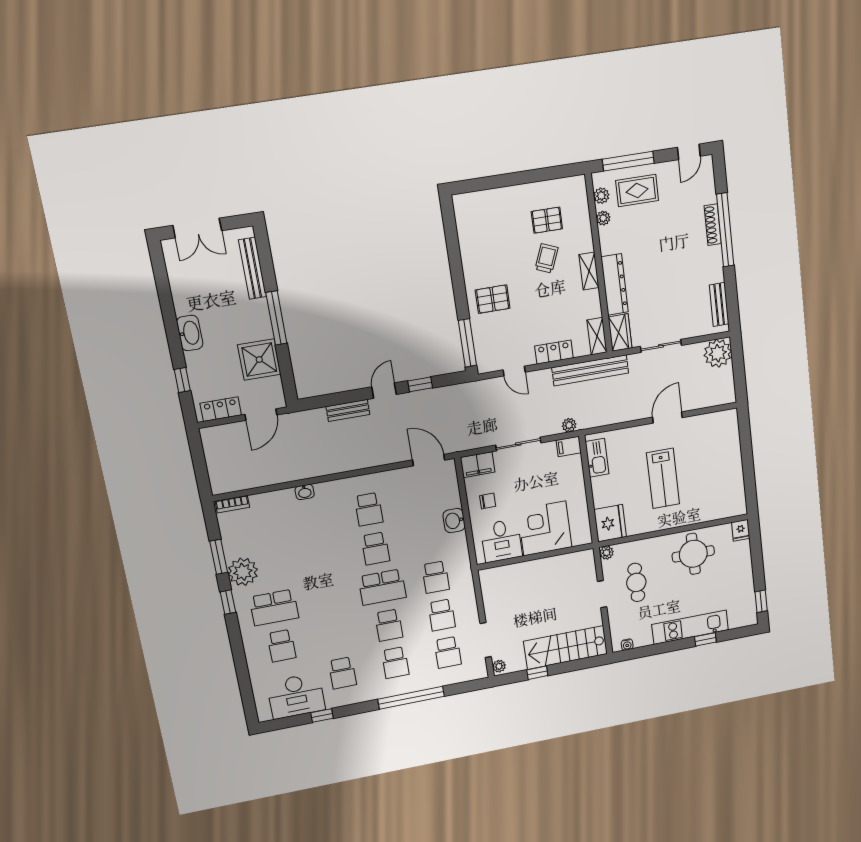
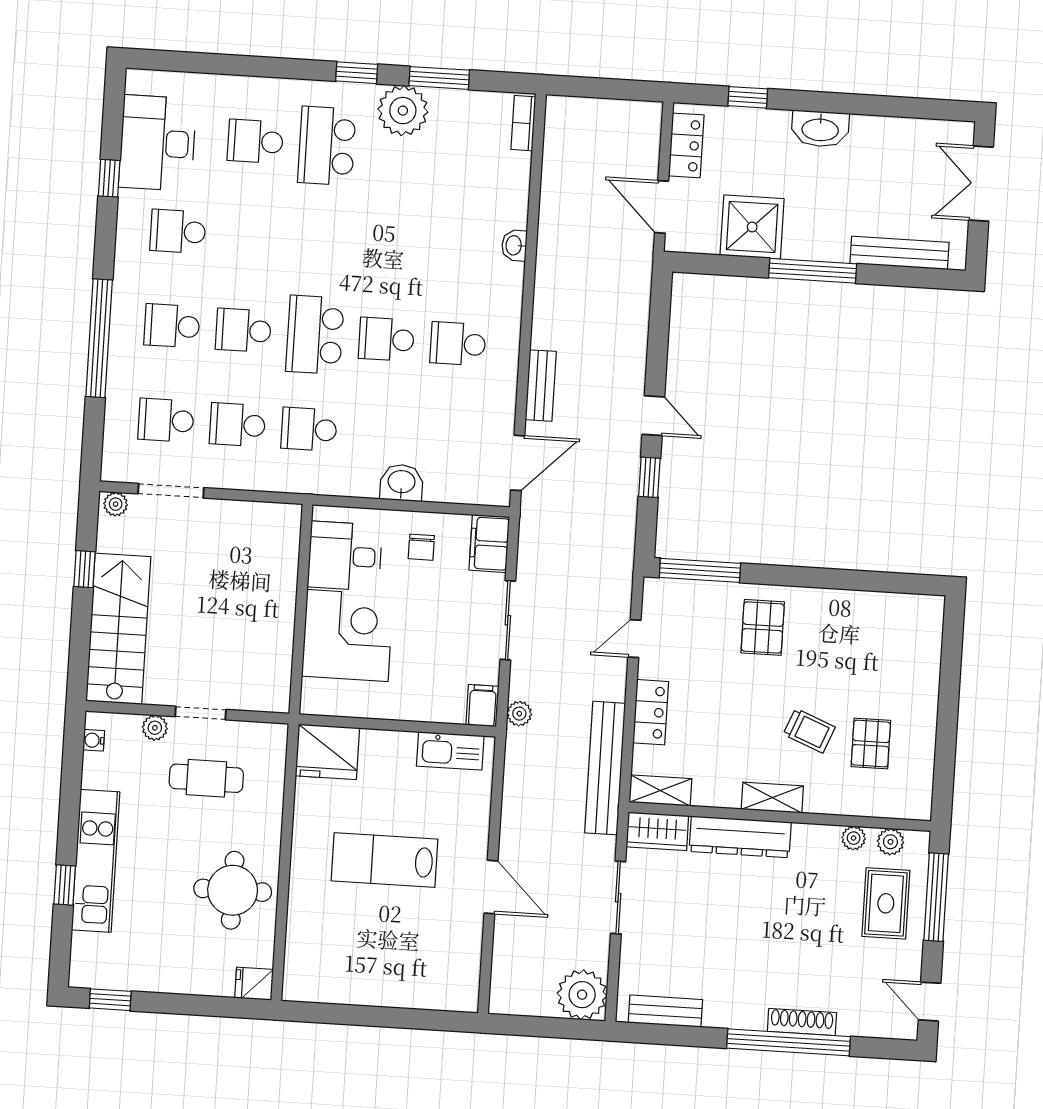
bench: (348, 410) -> (541, 386), moved
plant: (607, 553) -> (155, 728), moved

